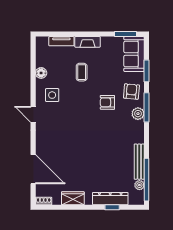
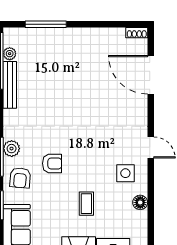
wardrobe: (73, 198) -> (98, 36), removed
dresser: (110, 199) -> (48, 36), removed
window: (112, 207) -> (46, 24), width x2.17

